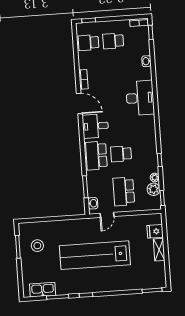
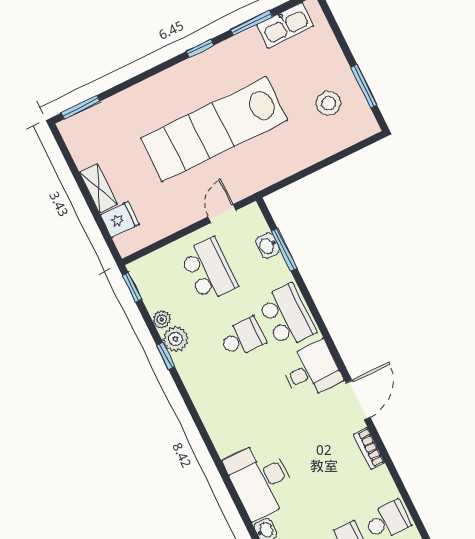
desk: (140, 98) -> (261, 480), moved
door: (79, 104) -> (358, 400), swing flipped
plant: (154, 189) -> (175, 339), moved
washbasin: (93, 203) -> (268, 246), moved
lab bench: (95, 255) -> (214, 129), turned 180

